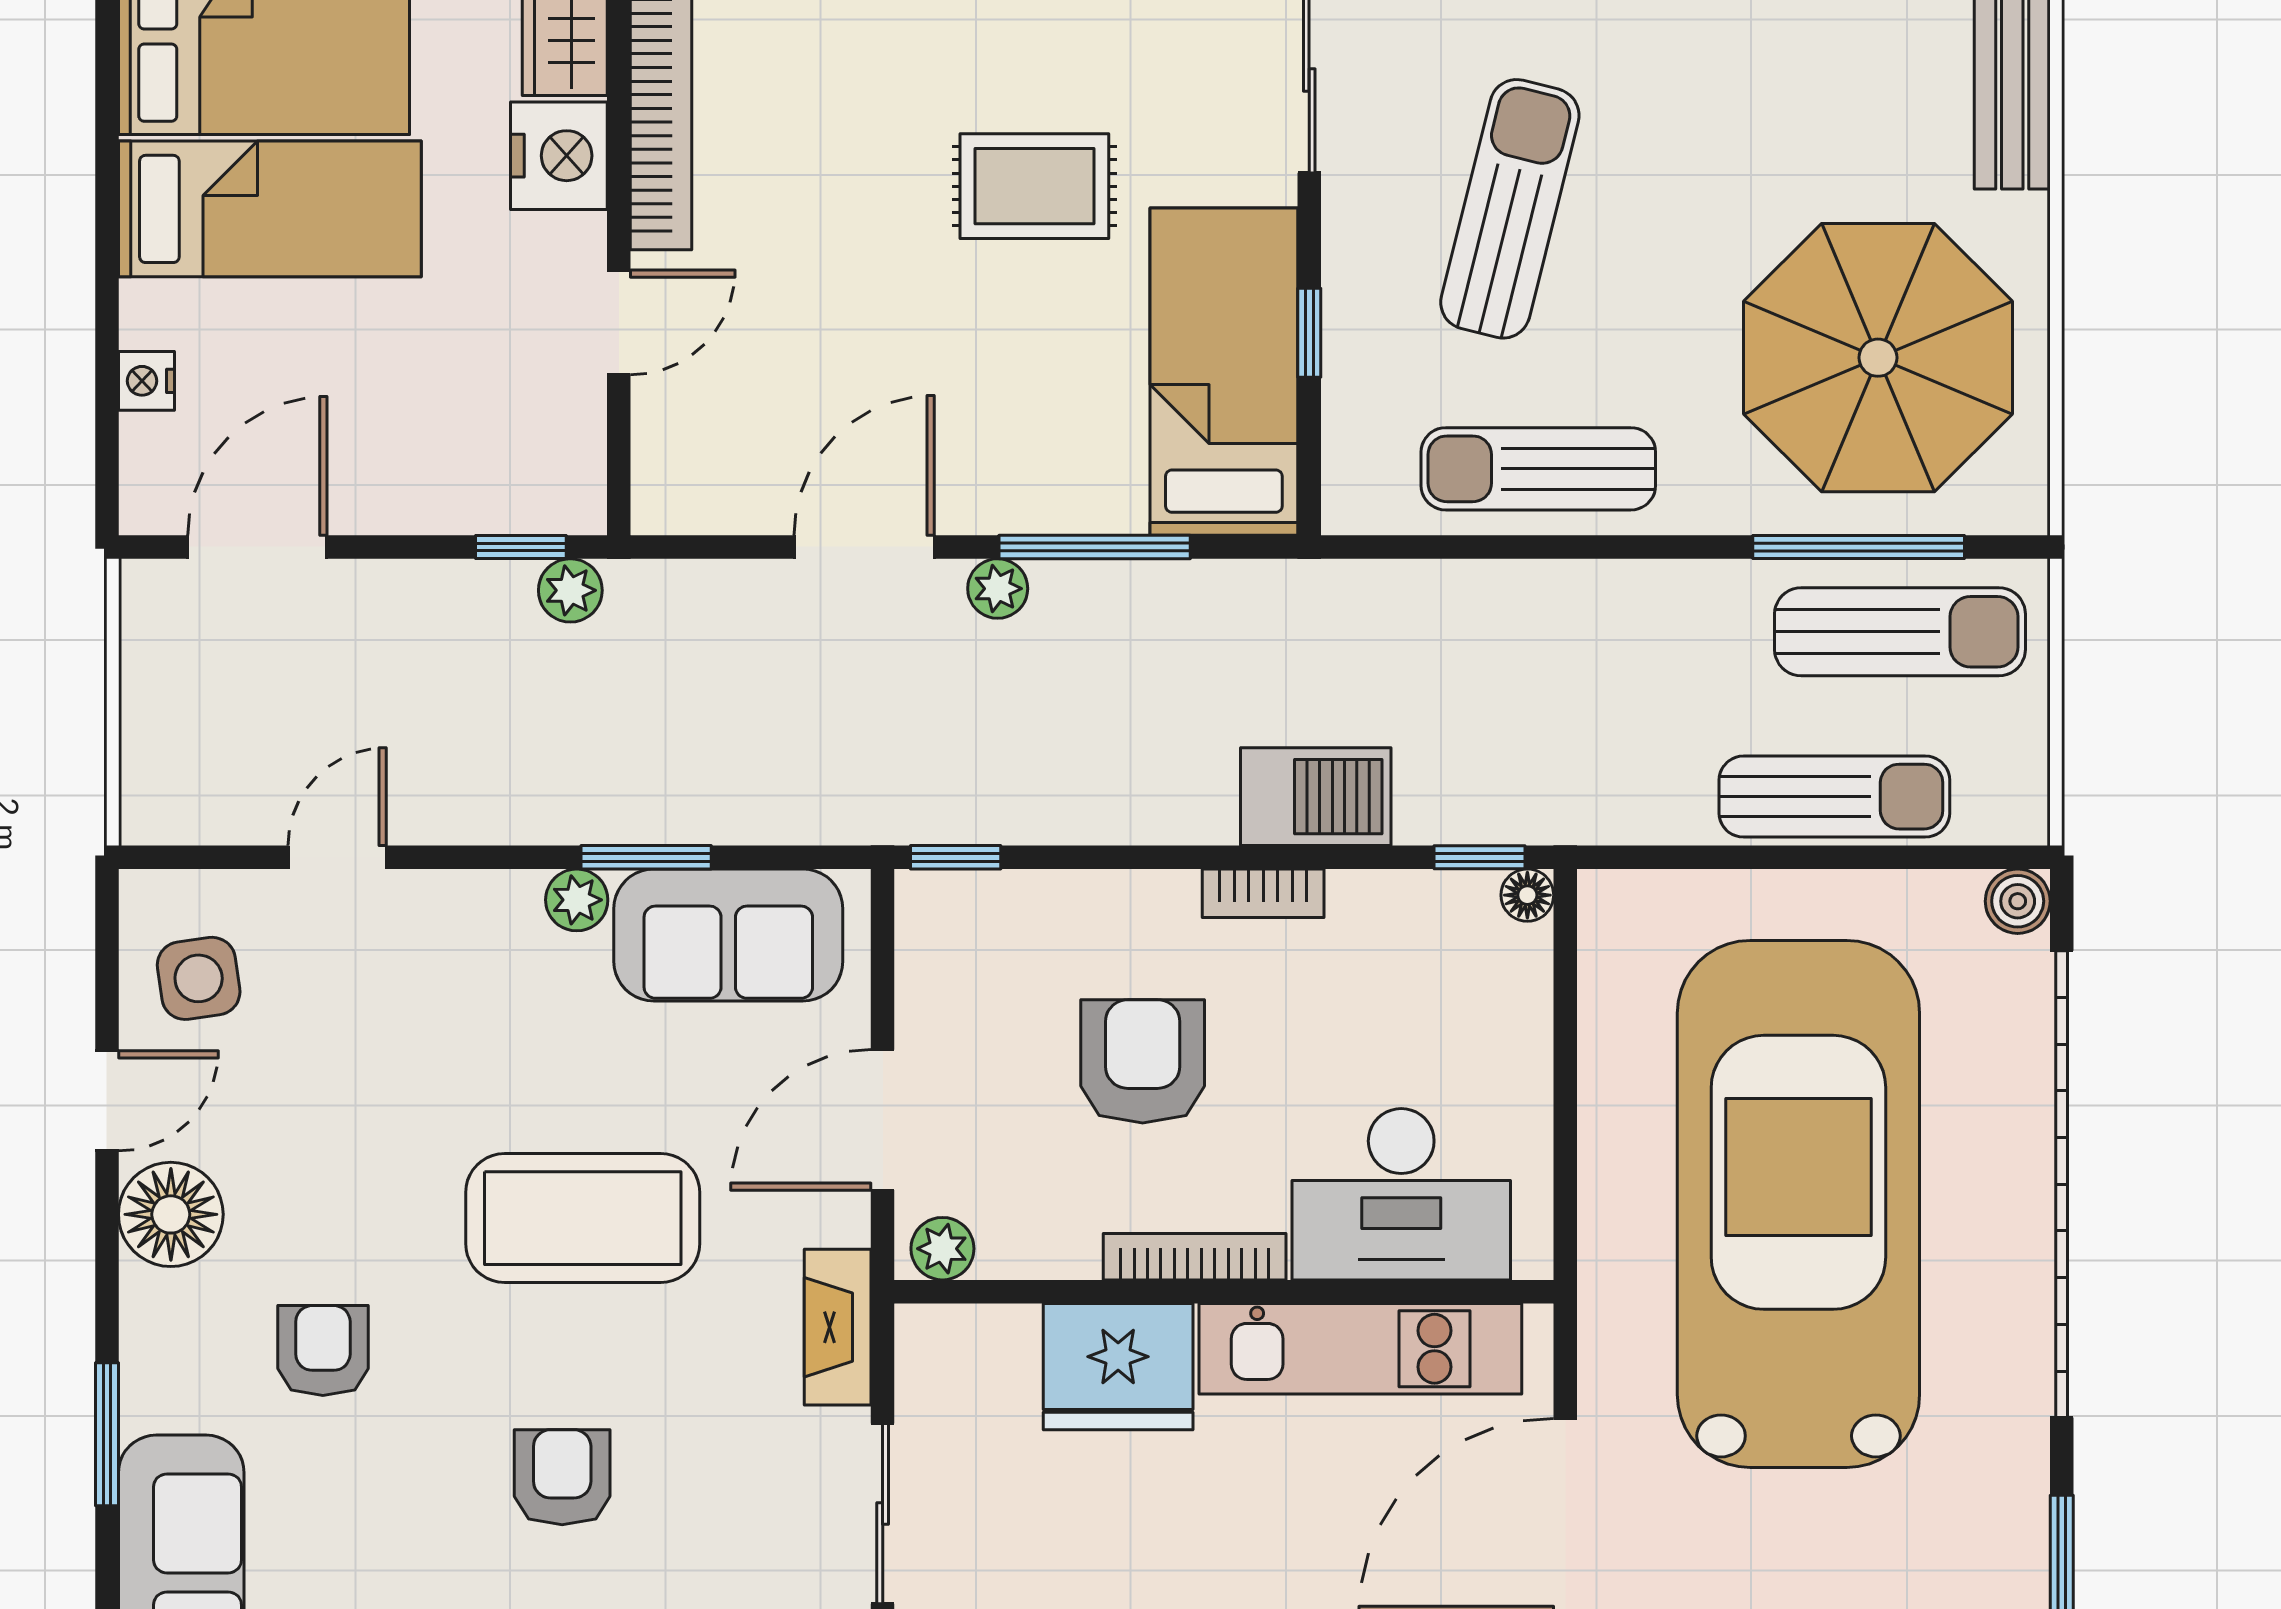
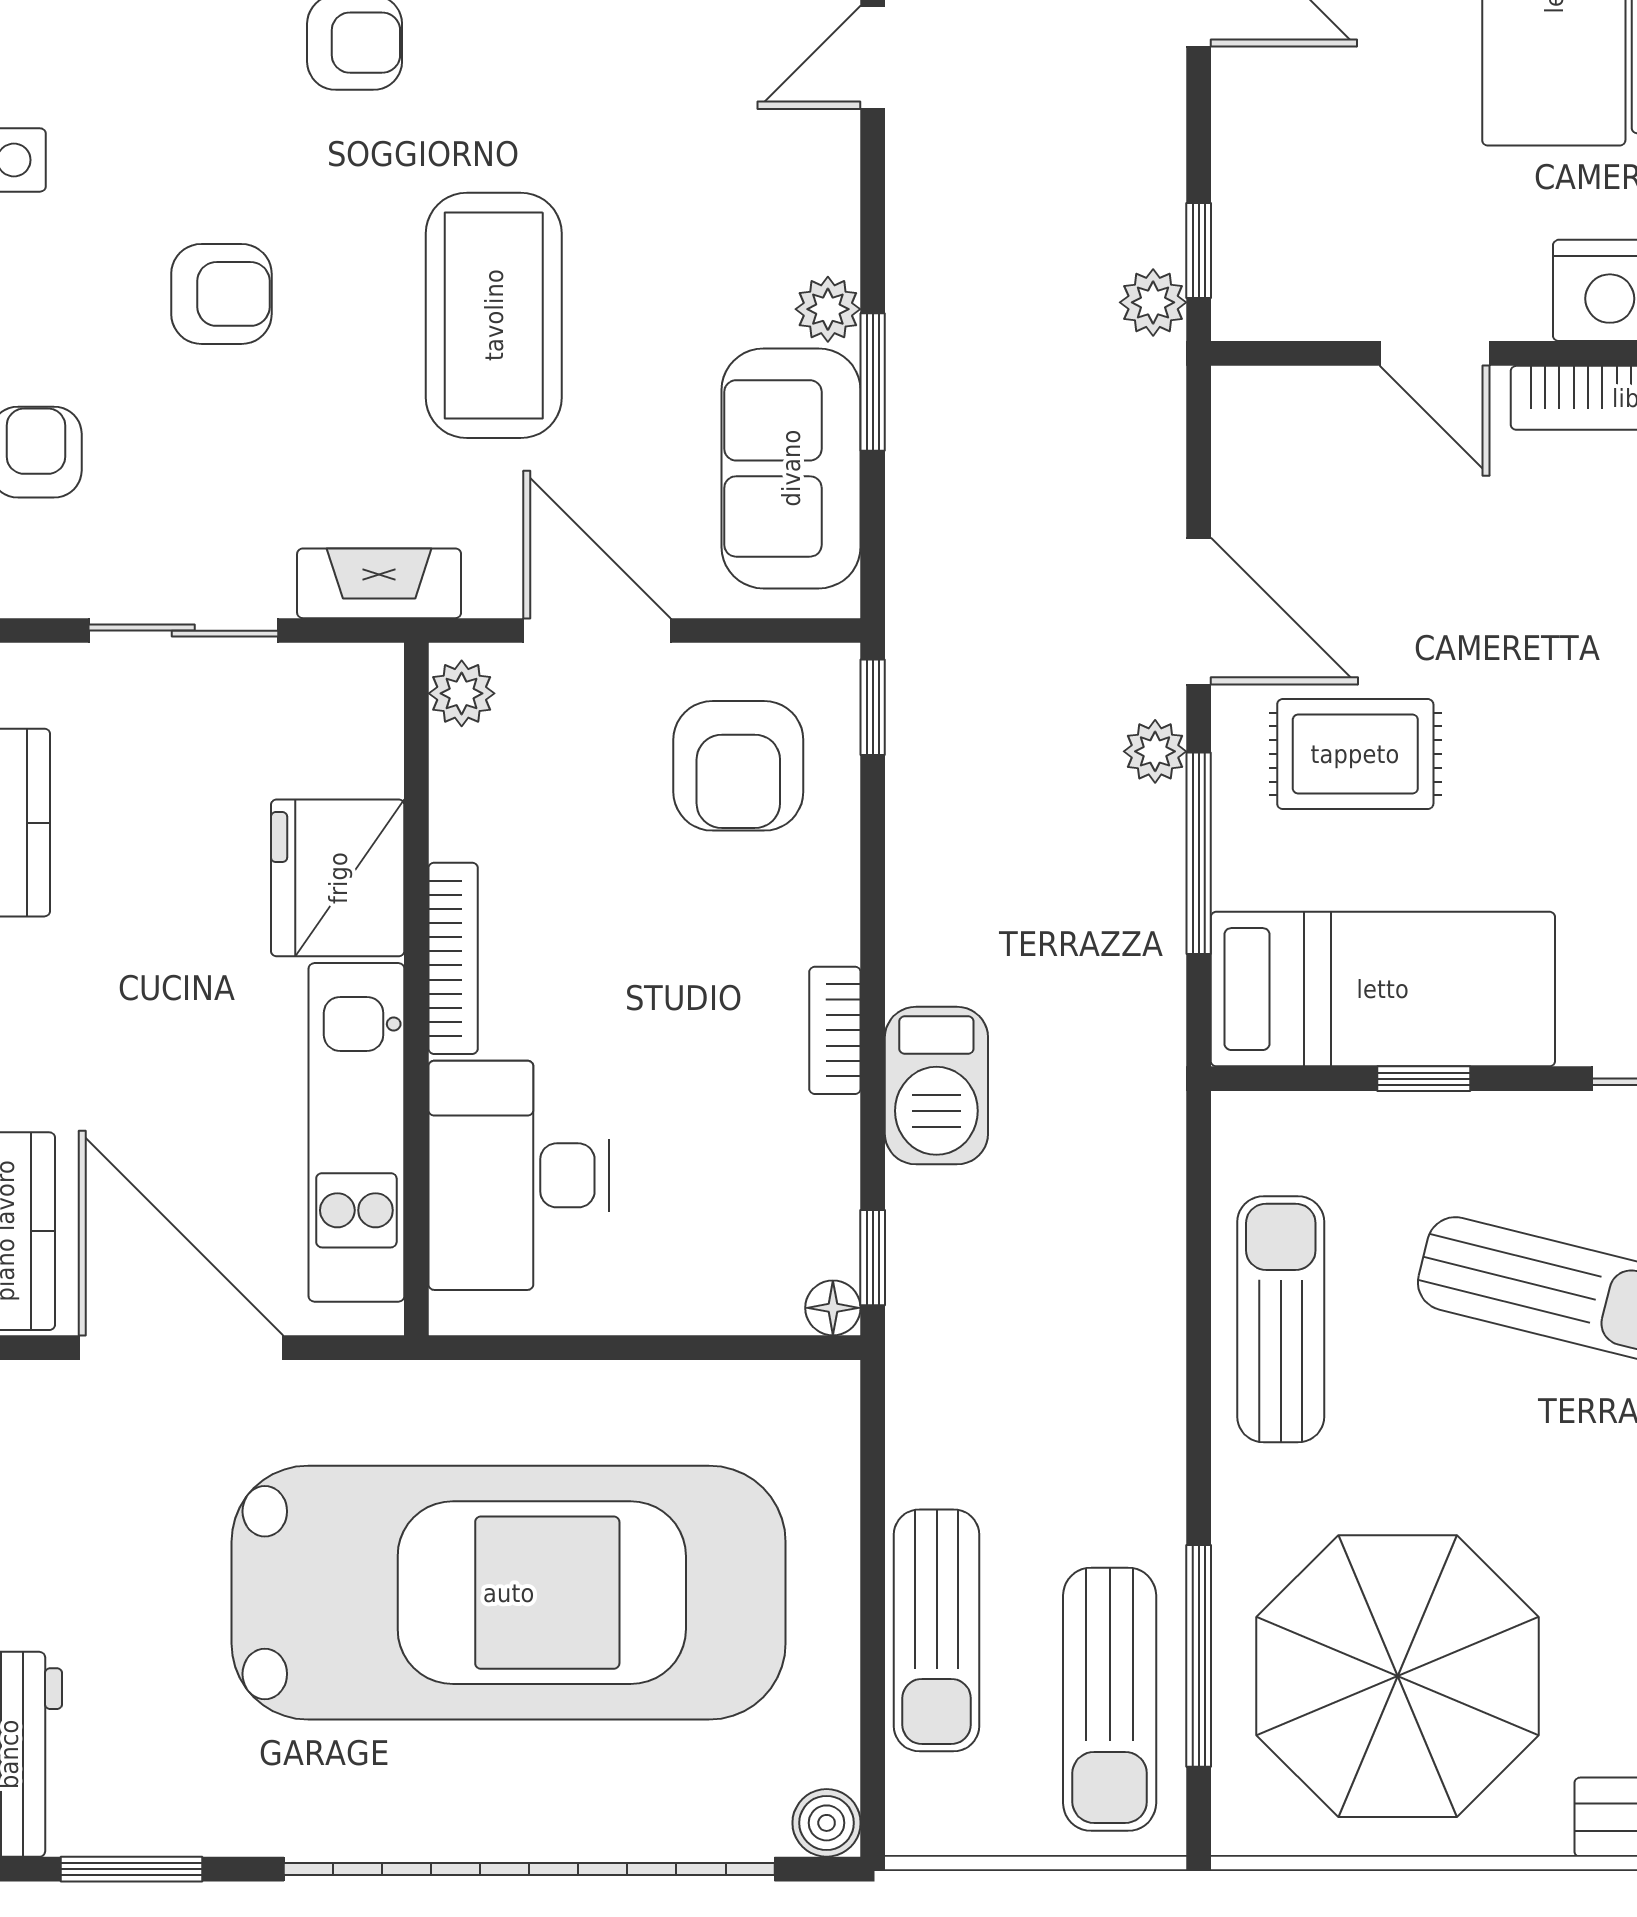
rug: (1034, 186) -> (1355, 754), moved, turned 90
door: (337, 857) -> (873, 57), swing flipped
armchair: (1143, 1061) -> (738, 766), moved, turned 90

